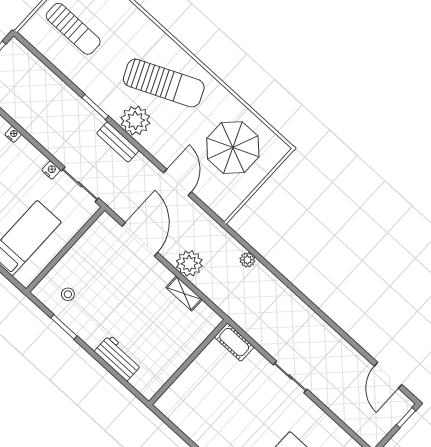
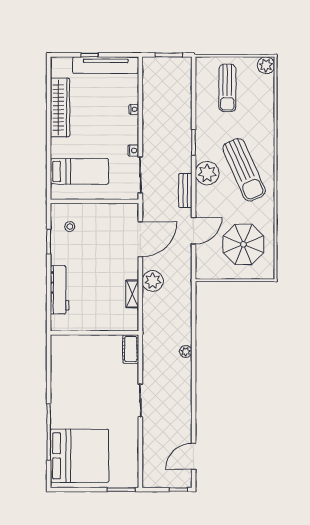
bench: (118, 142) -> (185, 190), moved
plant: (247, 260) -> (186, 352), moved
workbench: (118, 358) -> (60, 290), width x1.38

